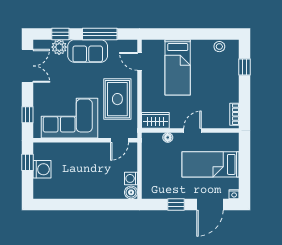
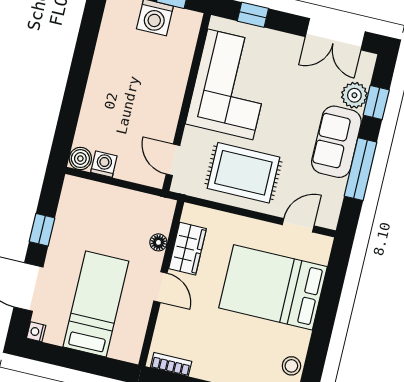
bed: (178, 67) -> (273, 287), width x1.50
wardrobe: (155, 120) -> (188, 249), moved

